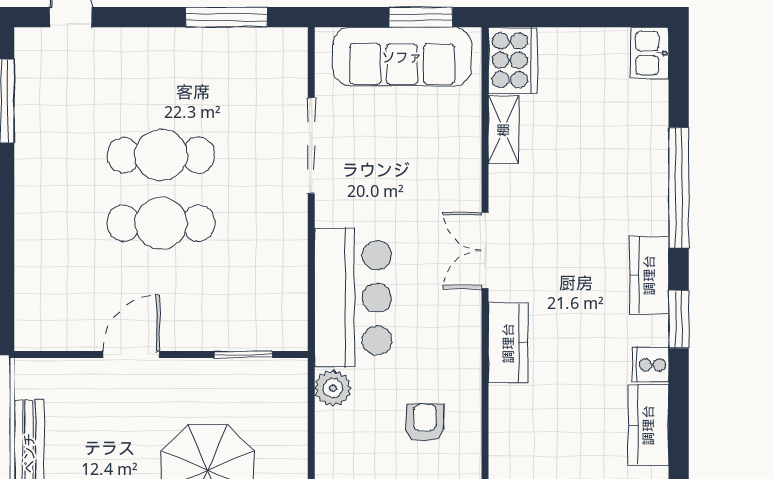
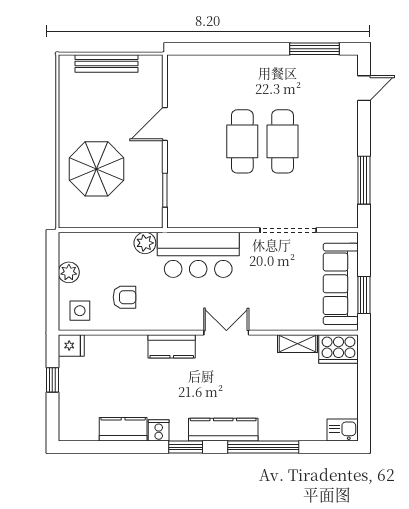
kitchen counter: (649, 275) -> (223, 430), width x1.50
door: (131, 354) -> (165, 124), swing flipped

